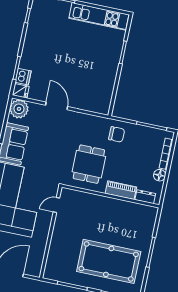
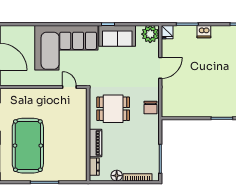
dishwasher: (23, 77) -> (204, 32), moved
chair: (117, 134) -> (150, 108), moved

